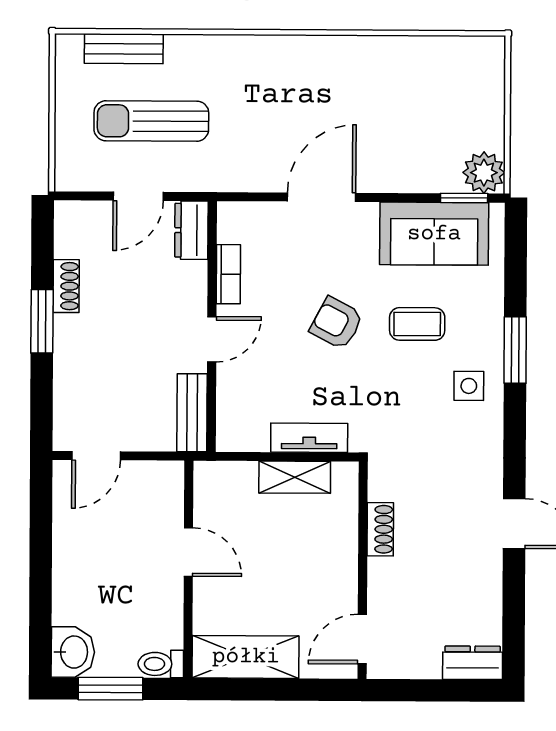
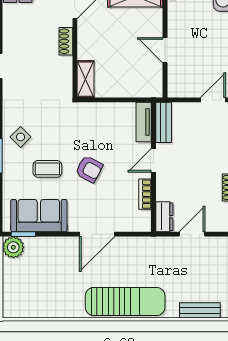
sun lounger: (151, 121) -> (125, 302), moved, width x1.36, depth x1.34
side table: (469, 386) -> (21, 137), turned 45
tv unit: (309, 438) -> (144, 122), moved, turned 90
shelving: (295, 477) -> (86, 79), moved, turned 90
shoe rack: (380, 529) -> (66, 41), moved

